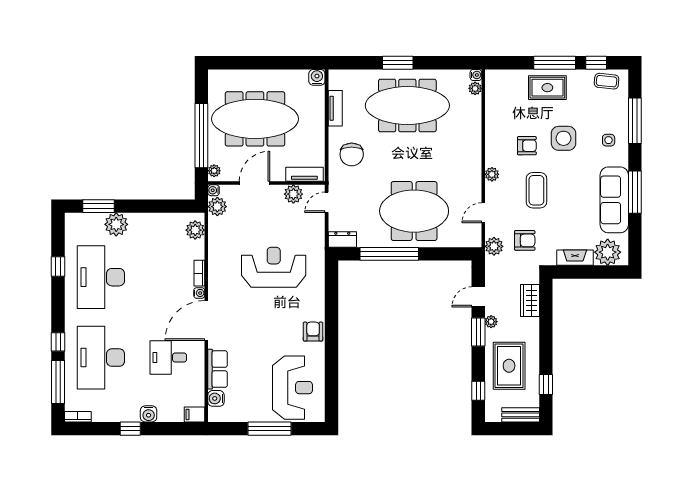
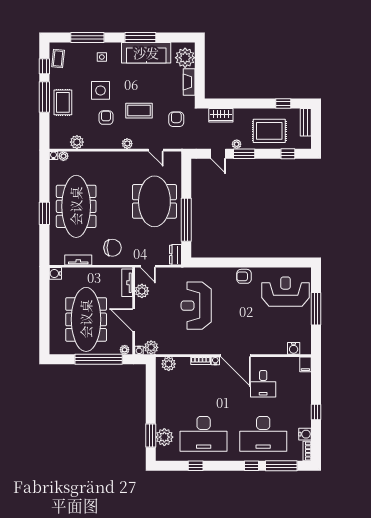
plant: (116, 224) -> (164, 437), moved
plant: (494, 246) -> (77, 142), moved
row of seats: (218, 369) -> (272, 347), removed
water cooler: (149, 414) -> (305, 434), moved

